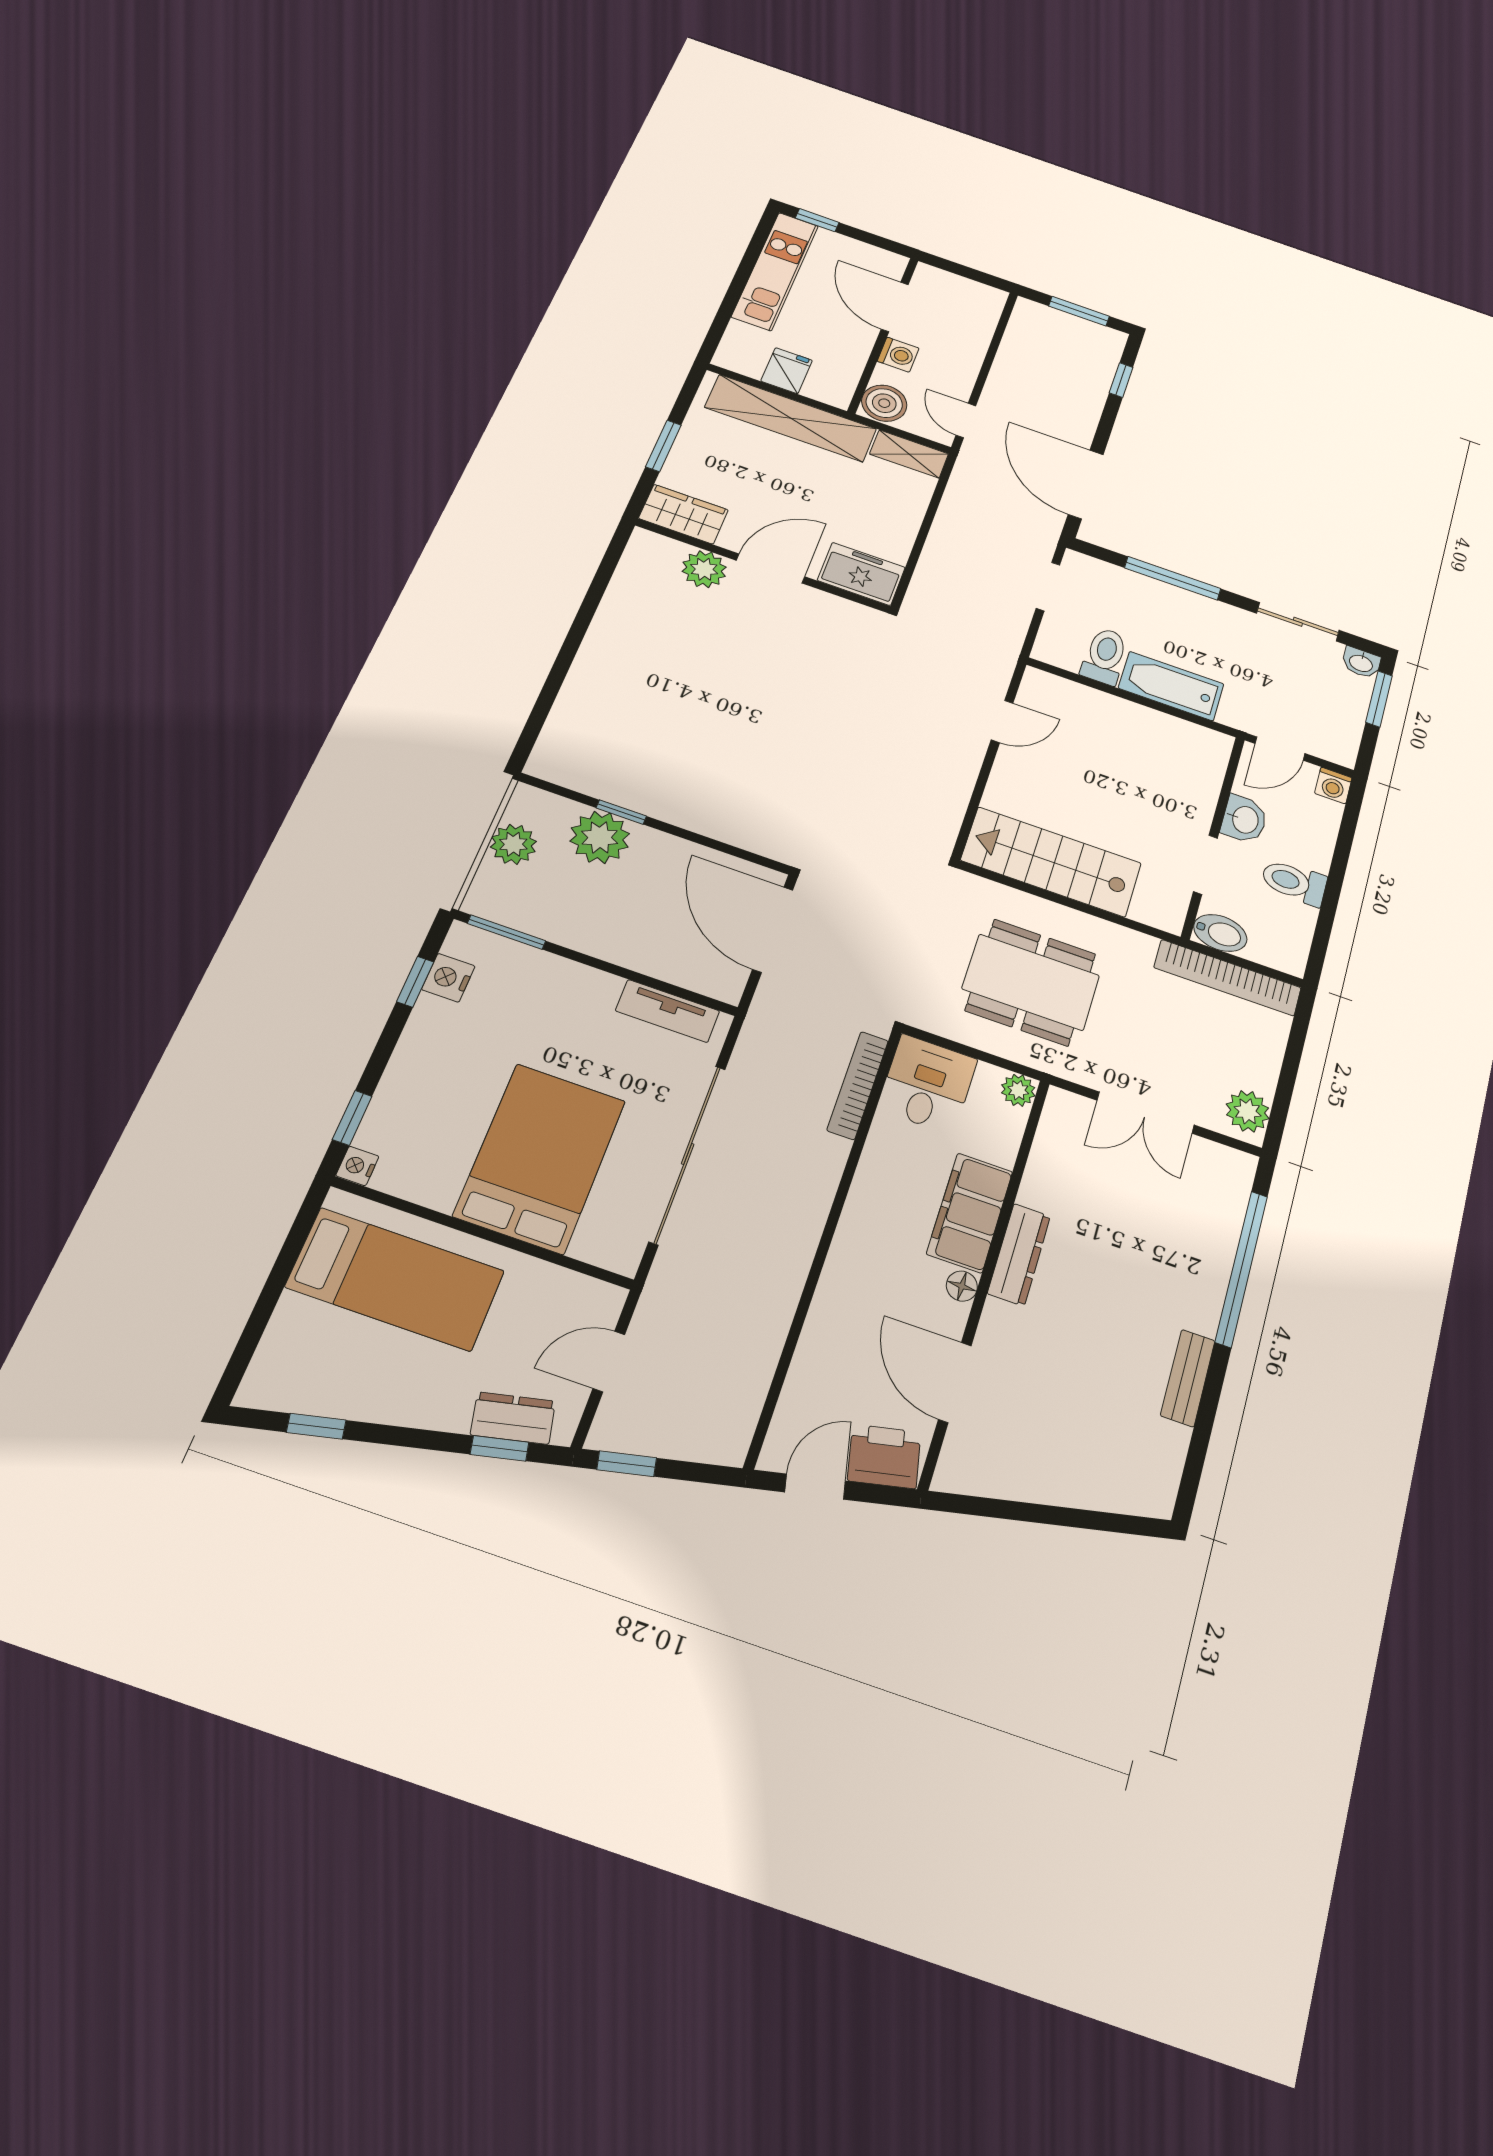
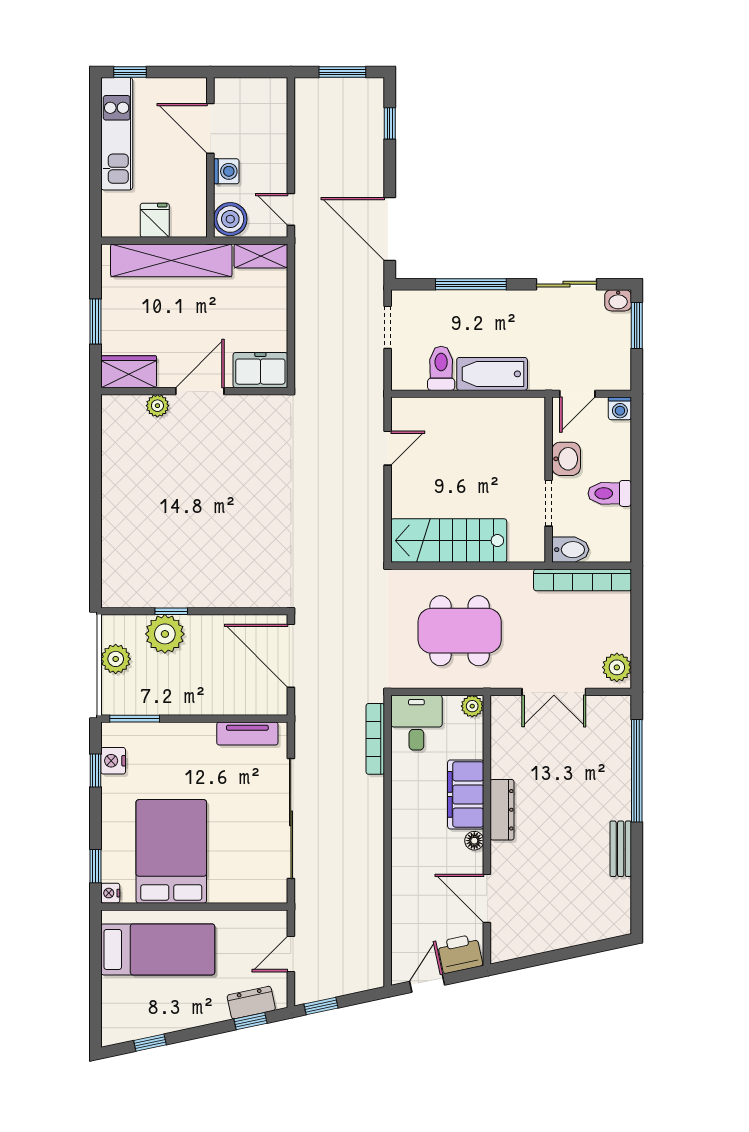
plant: (704, 569) -> (157, 406), width x0.73, depth x0.73
bed: (540, 1158) -> (171, 851), moved

